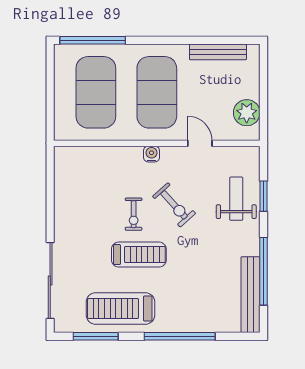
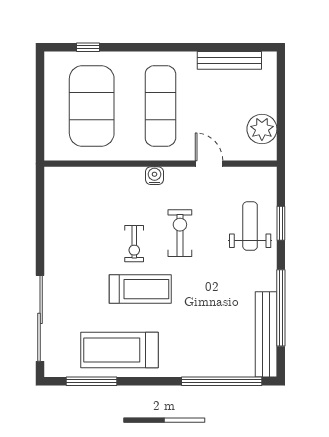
window: (93, 40) -> (88, 47), width x0.32
exercise mat: (157, 92) -> (160, 106), width x0.68
exercise bike: (174, 205) -> (180, 233), turned -138
window: (180, 336) -> (222, 381), moved

